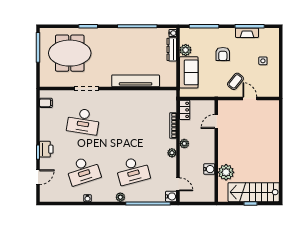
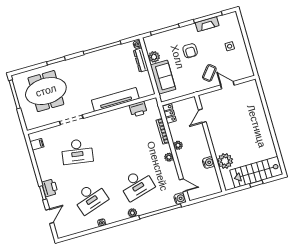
printer: (155, 97) -> (138, 109), added

